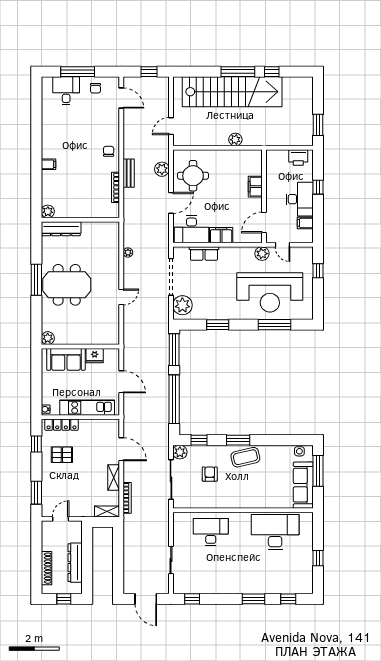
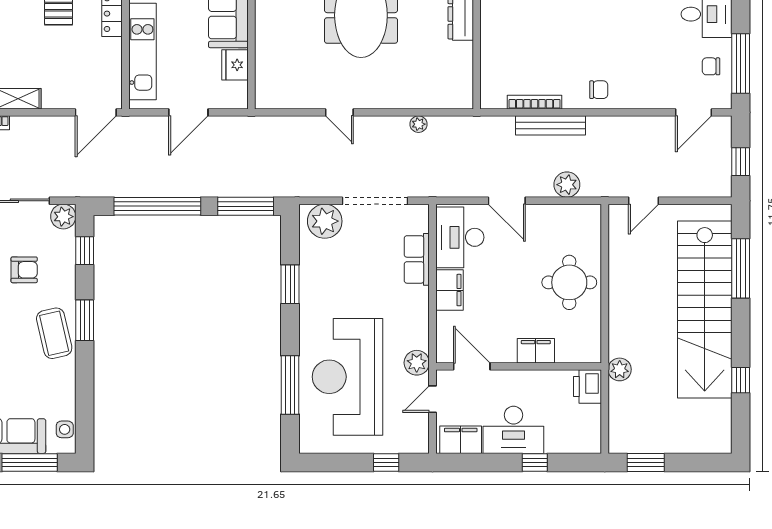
window: (78, 72) -> (741, 63), moved
window: (238, 72) -> (741, 268), moved
door: (171, 126) -> (644, 201), swing flipped
plant: (235, 140) -> (620, 369), moved
printer: (298, 158) -> (588, 387), moved
bench: (129, 173) -> (551, 125), width x1.36
round table: (193, 176) -> (569, 282), moved
filing cabinet: (305, 223) -> (461, 440), width x2.00
door: (121, 449) -> (96, 112), moved

